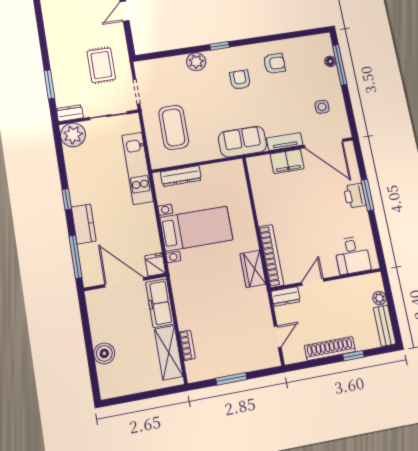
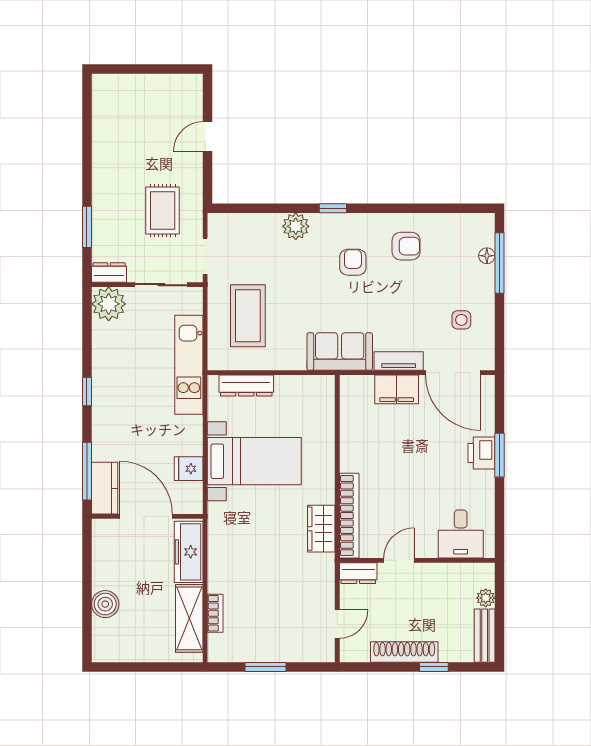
kitchen counter: (84, 224) -> (105, 488), moved
fridge: (155, 264) -> (189, 469), moved, turned -90

